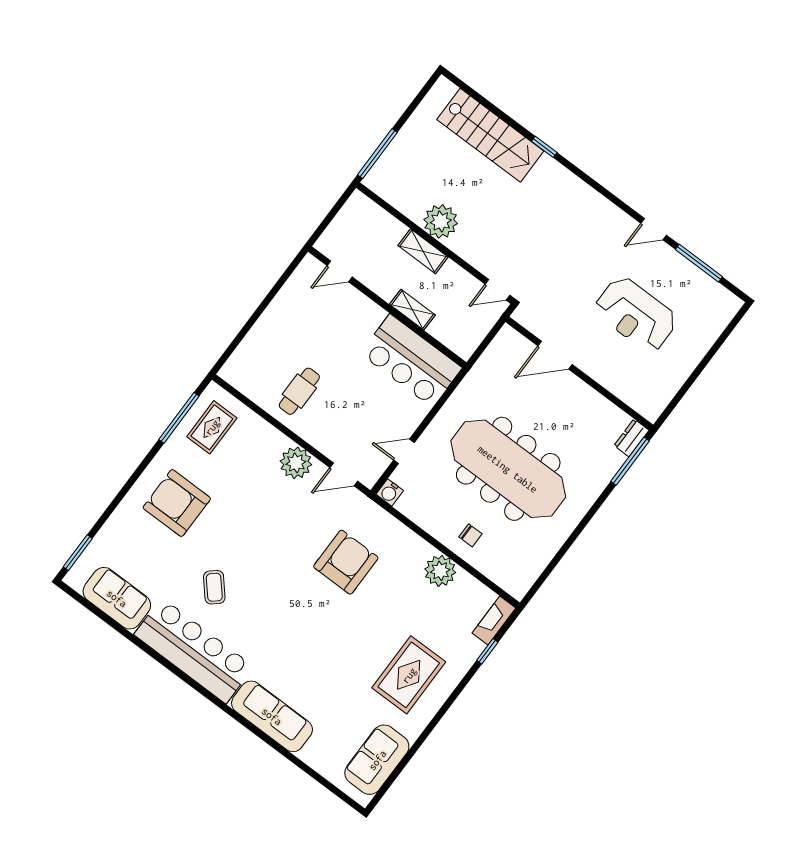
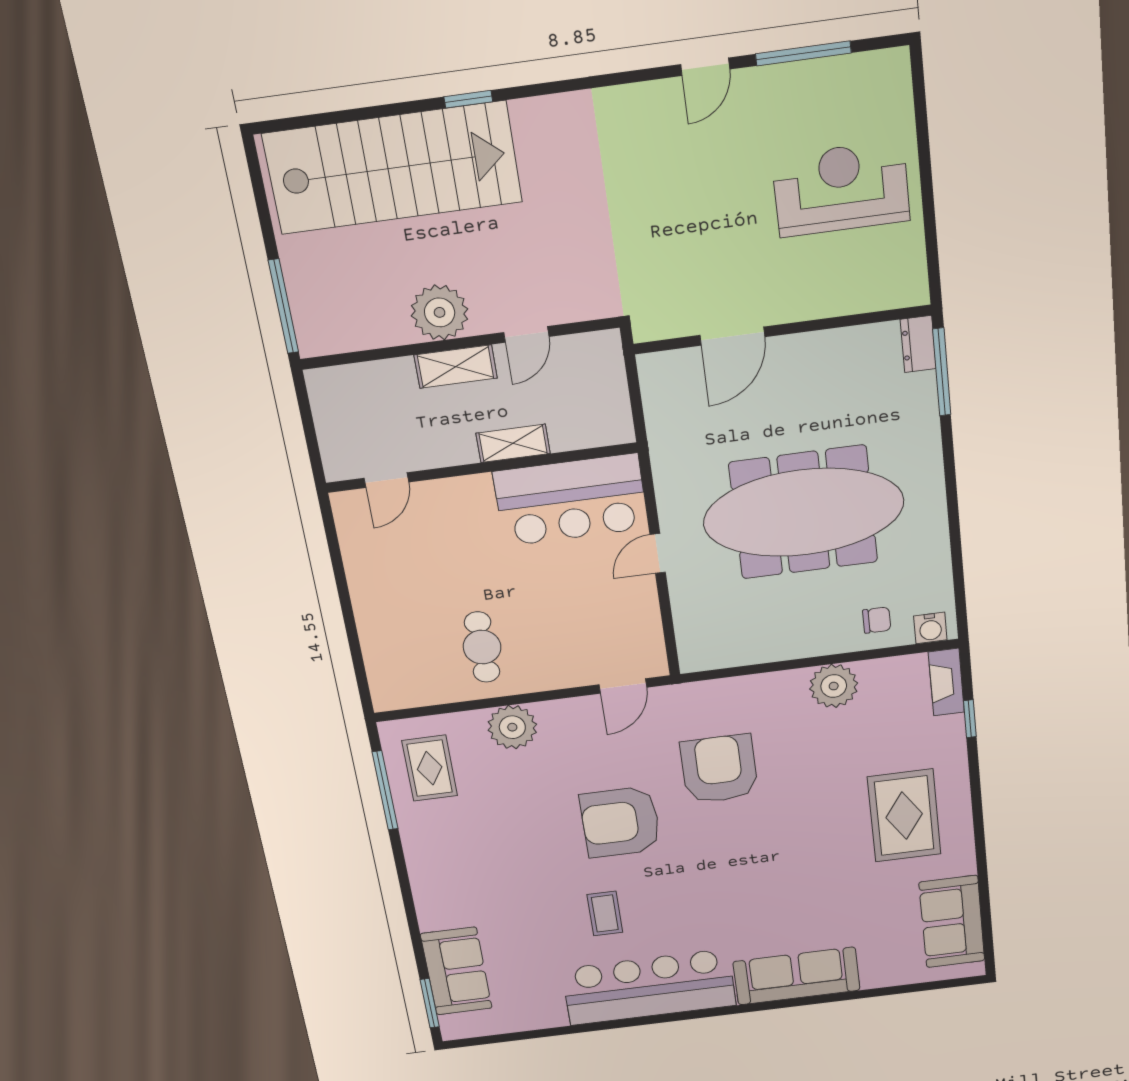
stairs: (490, 135) -> (393, 168), width x1.36, depth x1.51
door: (497, 290) -> (526, 334), moved
reception desk: (636, 314) -> (841, 189), moved, turned 180
door: (404, 451) -> (658, 553), moved
plant: (296, 463) -> (512, 727), moved
water cooler: (390, 492) -> (930, 628), moved
armchair: (177, 503) -> (620, 822), moved
chair: (470, 535) -> (877, 620), moved
coffee table: (214, 587) -> (605, 913), turned 41
sofa: (117, 598) -> (456, 971), moved, turned 90

